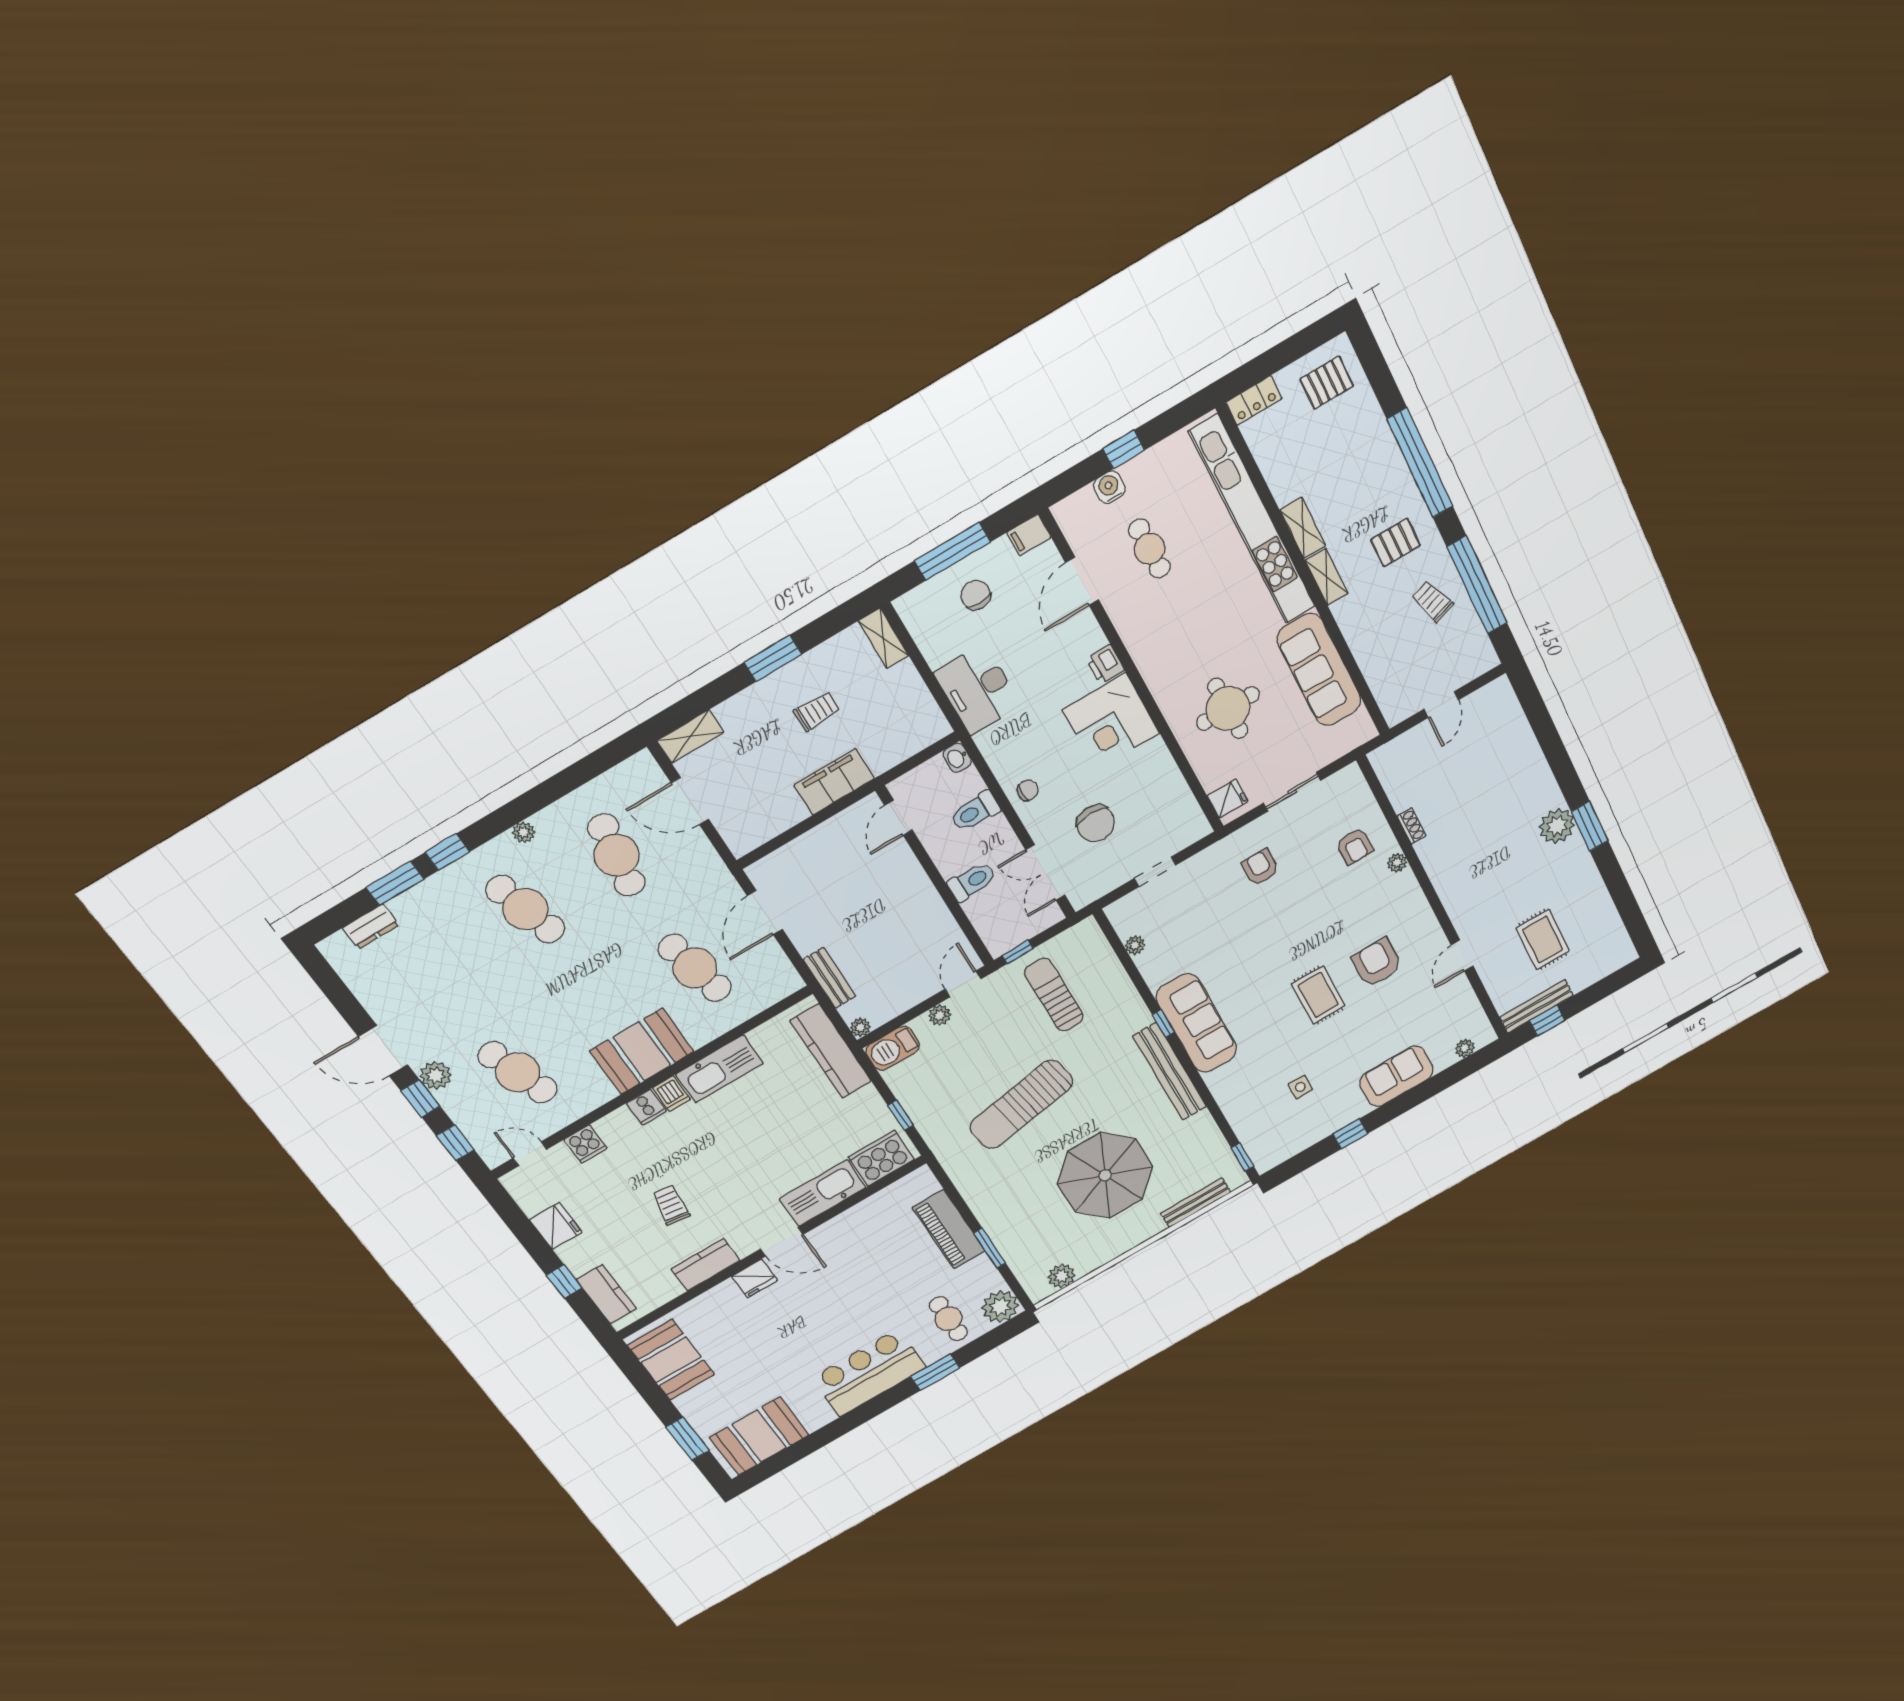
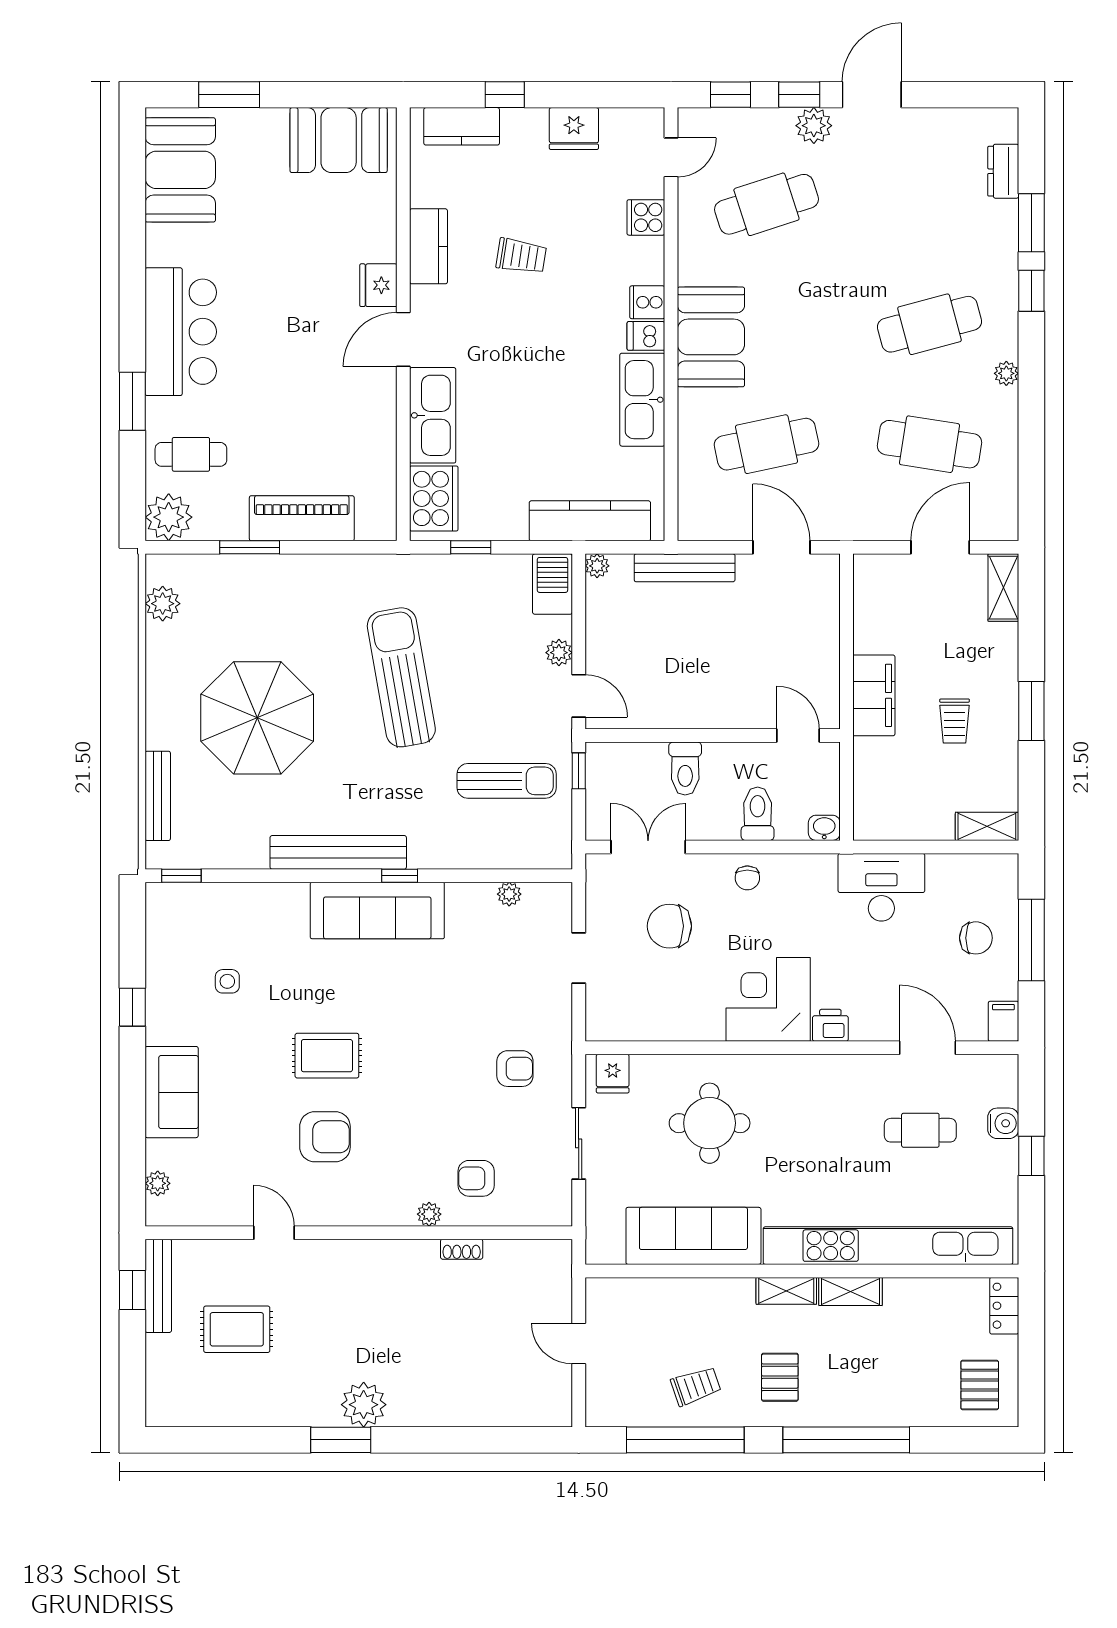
bench: (830, 978) -> (685, 568), width x1.36

